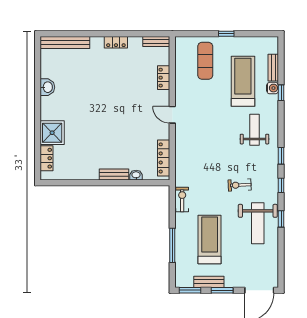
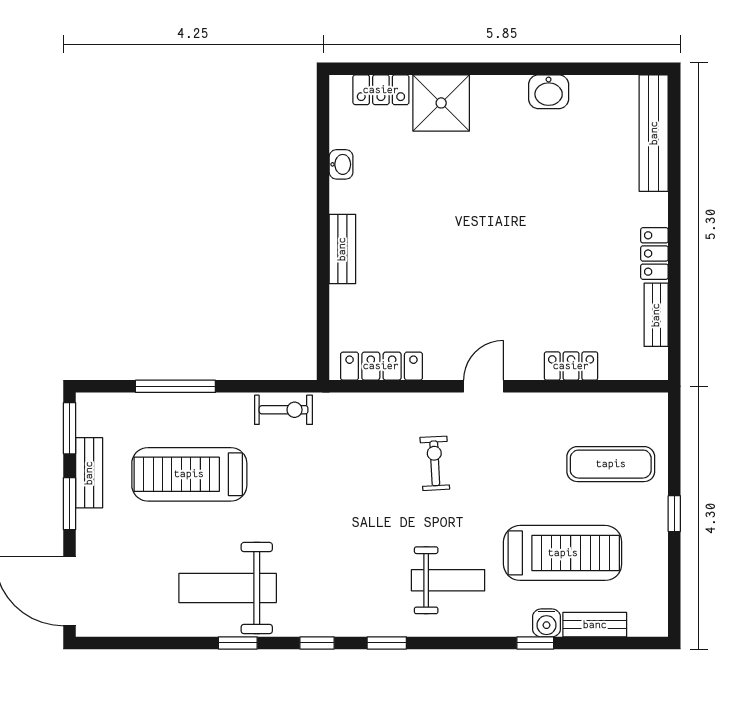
bench: (156, 42) -> (656, 315), moved
washbasin: (136, 175) -> (341, 164), moved
exercise bike: (240, 185) -> (435, 463), moved
treadmill: (210, 239) -> (189, 474), turned 180

